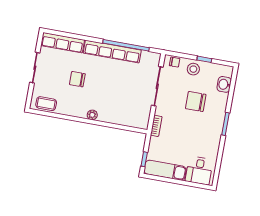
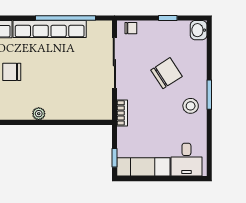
stool: (193, 69) -> (191, 106), moved
washbasin: (224, 84) -> (199, 30), moved
chair: (196, 102) -> (166, 73), turned 147

